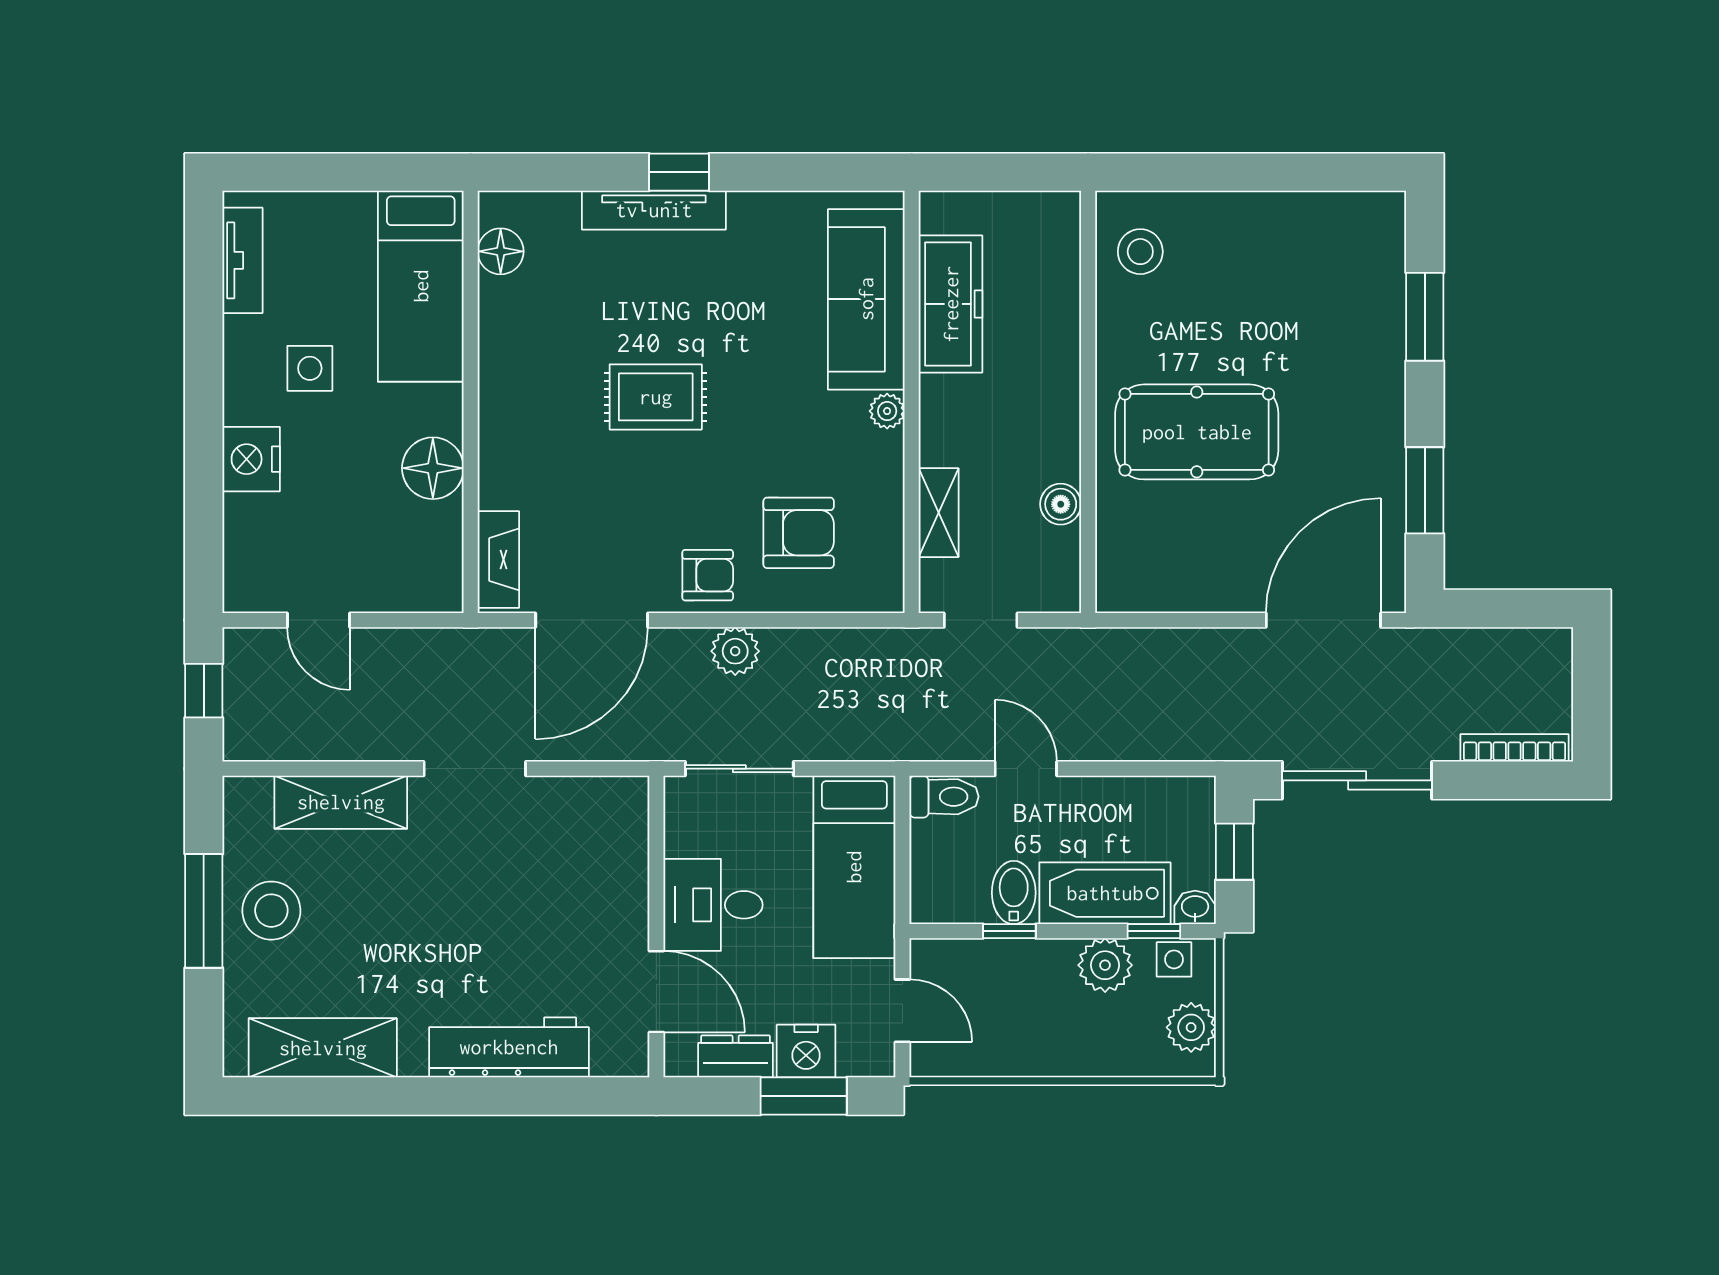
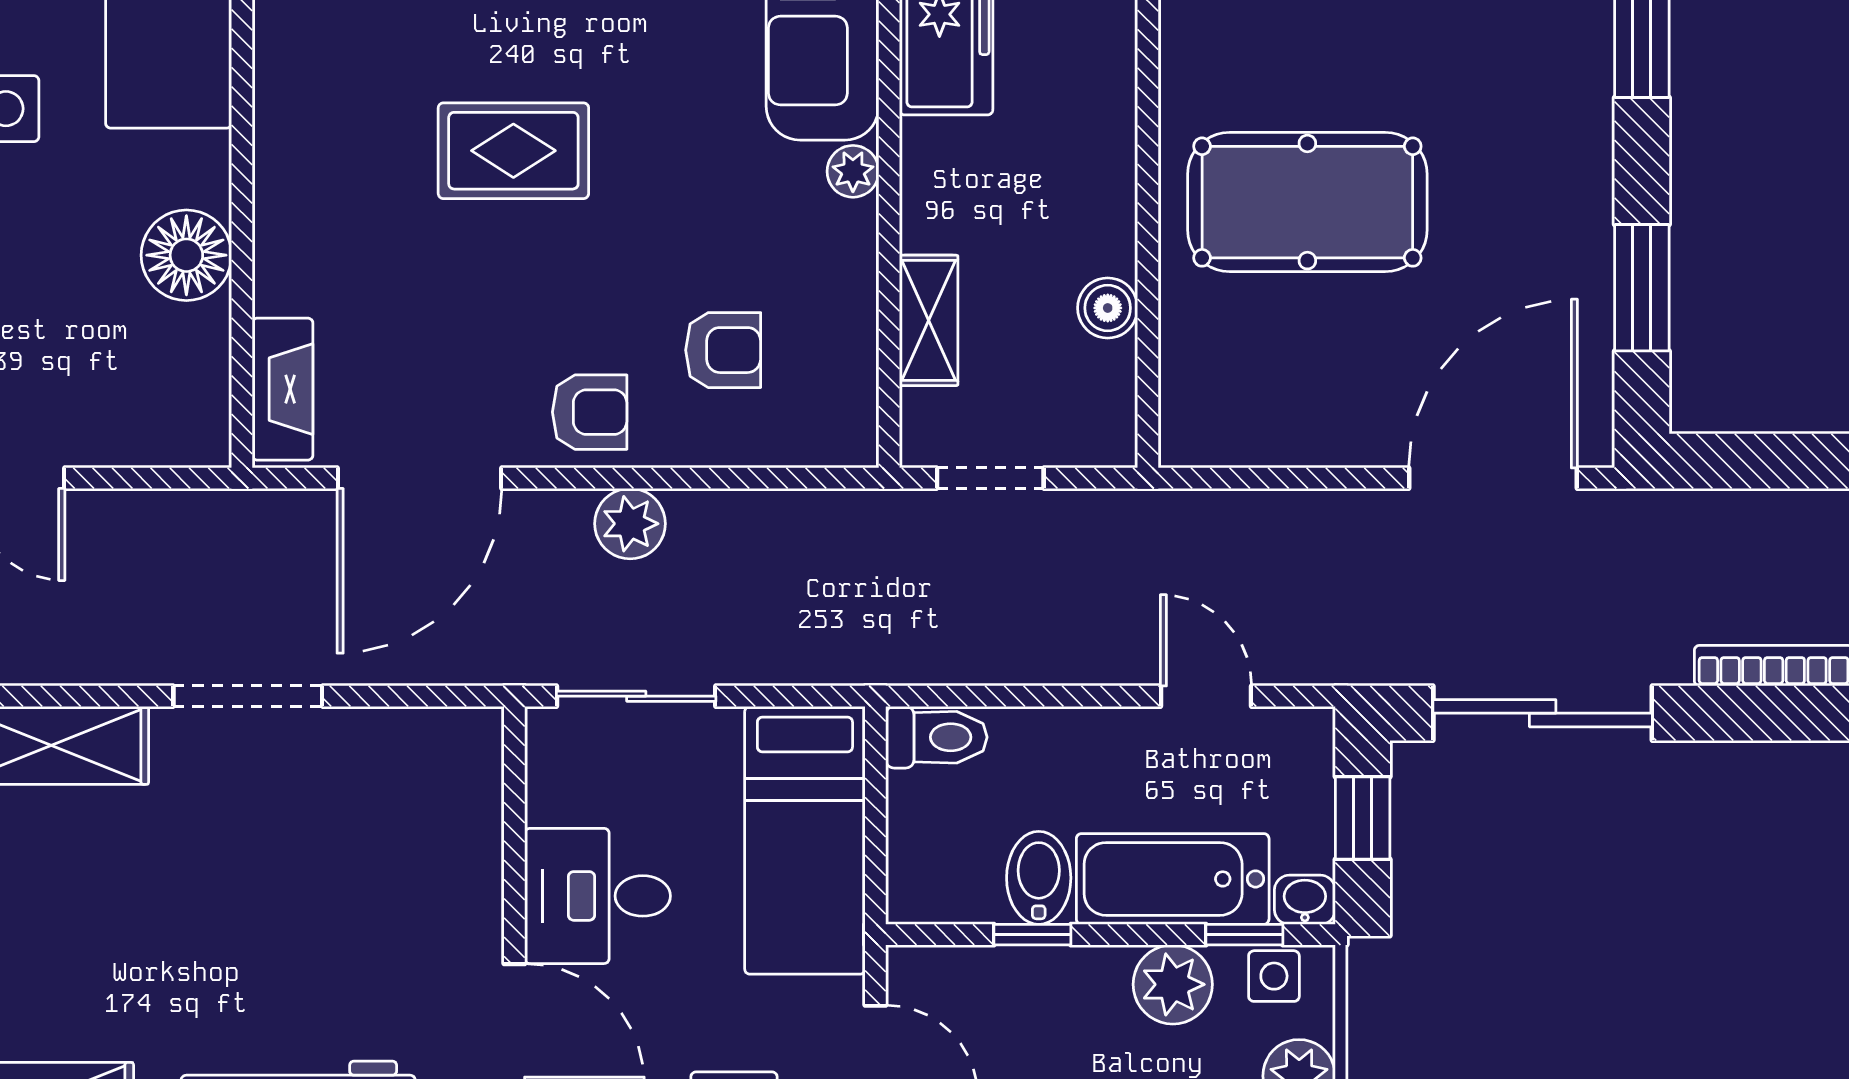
armchair: (799, 533) -> (723, 350), width x0.72, depth x0.72
door: (1026, 769) -> (1206, 696), moved

